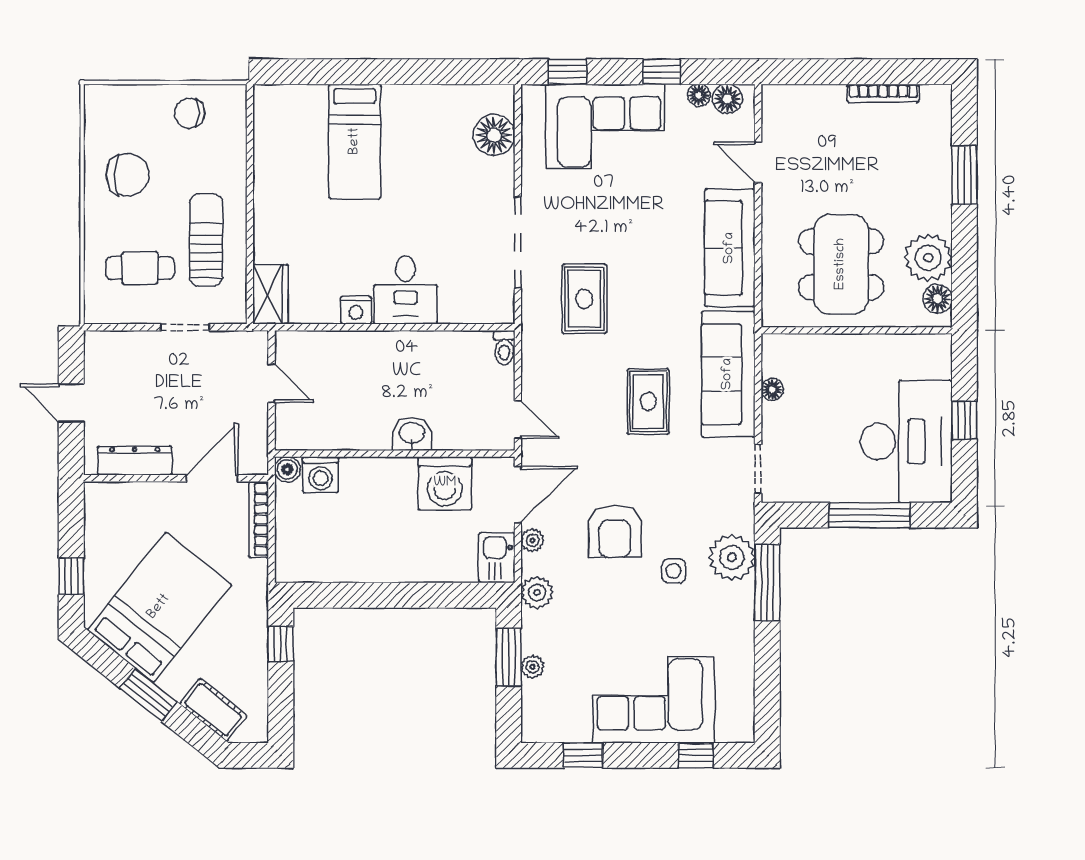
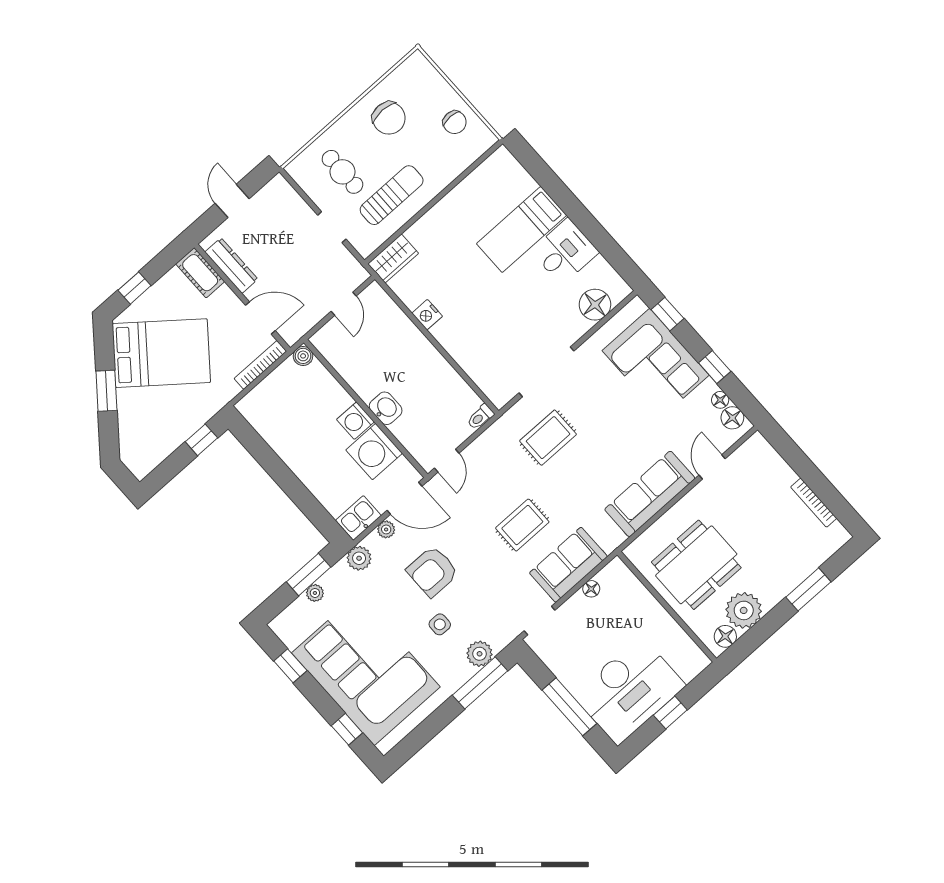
chair: (190, 113) -> (455, 122), turned 180
desk: (405, 290) -> (565, 252), moved, turned 180
sofa: (728, 374) -> (568, 565), width x0.73
washing machine: (321, 475) -> (355, 421), moved
plant: (732, 557) -> (480, 654), width x0.73, depth x0.73
corner sofa: (654, 700) -> (366, 670), width x1.36, depth x1.36
cot: (213, 710) -> (200, 273), moved, turned -39

